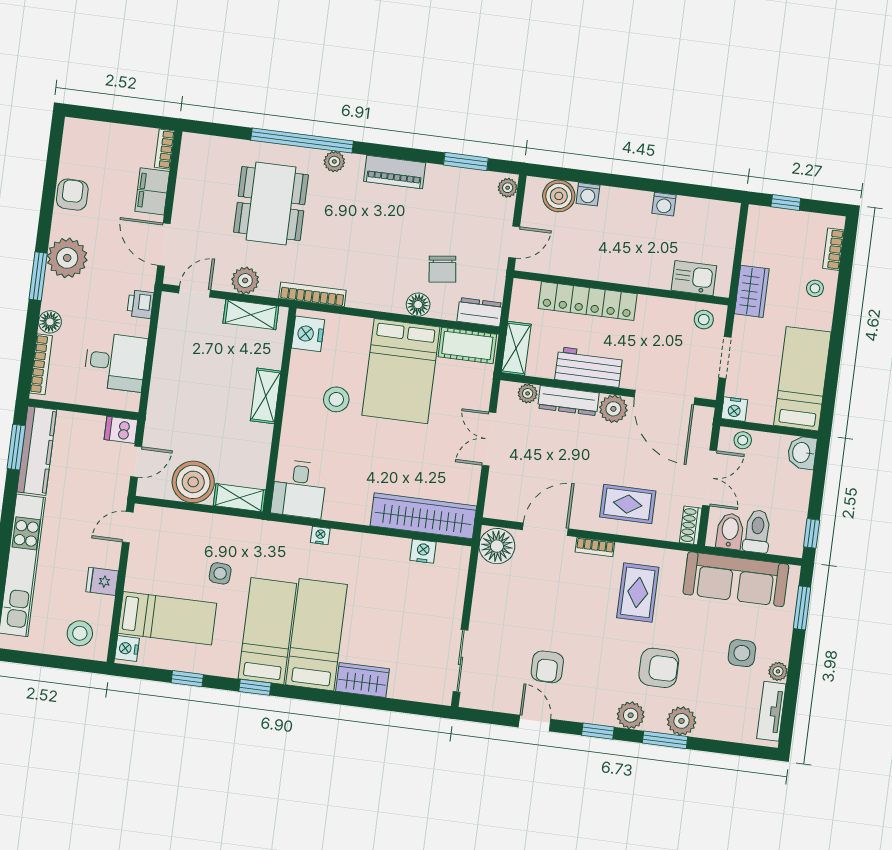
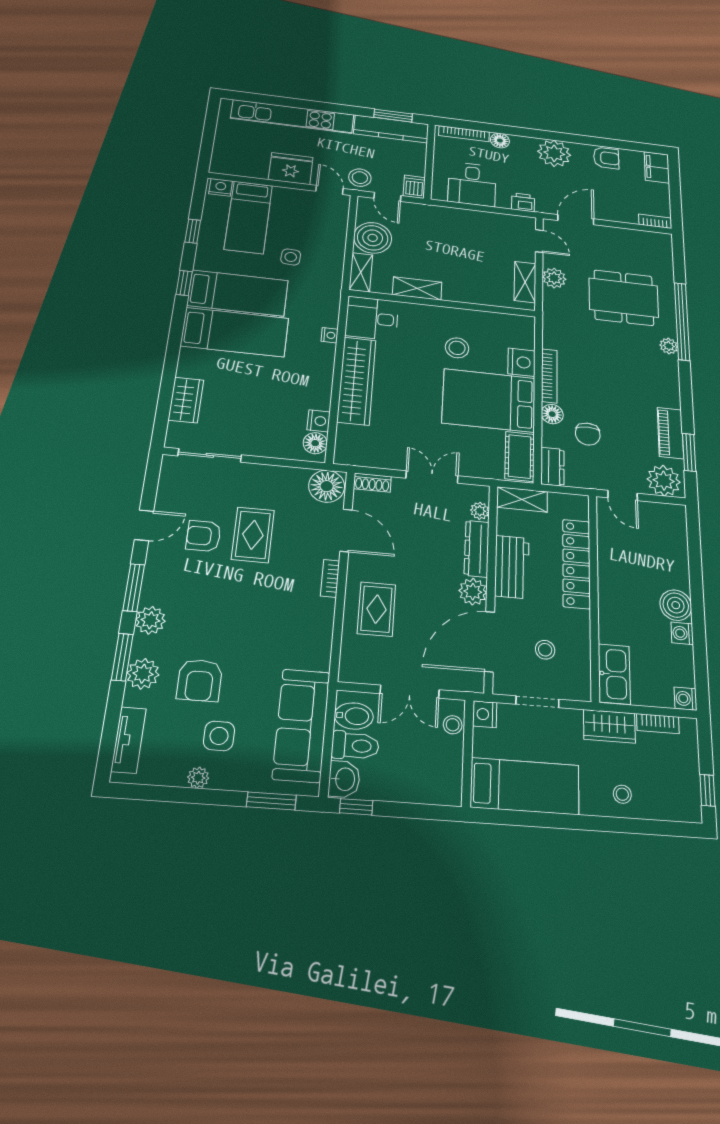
piano: (395, 172) -> (670, 433), moved
plant: (508, 188) -> (664, 481), width x1.88, depth x1.88
filing cabinet: (152, 191) -> (657, 167), moved, turned -90
washing machine: (588, 194) -> (685, 699), moved
boiler: (559, 196) -> (676, 605), moved
window: (786, 202) -> (707, 790), moved
bookcase: (833, 249) -> (658, 724), moved, turned 180
chair: (442, 269) -> (588, 434), turned -83
window: (38, 276) -> (536, 134), removed
kitchen sink: (694, 278) -> (614, 674), width x1.38
bookcase: (312, 294) -> (549, 376), moved
stool: (704, 320) -> (545, 650), moved
nightstand: (308, 334) -> (521, 362), moved, turned 90
shelving: (266, 396) -> (417, 289), moved
washbasin: (802, 453) -> (344, 779), moved, turned 90
wardrobe: (423, 516) -> (357, 381), moved
shoe rack: (691, 525) -> (372, 483), moved, turned 180
floor lamp: (449, 556) -> (315, 443), added
fridge: (102, 581) -> (291, 169), width x1.88, depth x1.34
rug: (638, 592) -> (253, 535), moved, turned 90
stool: (80, 633) -> (360, 178), moved
armchair: (659, 668) -> (200, 680), moved
wardrobe: (362, 680) -> (186, 400), moved
tv unit: (771, 711) -> (129, 740), moved, turned 90
window: (598, 731) -> (134, 588), width x1.50

